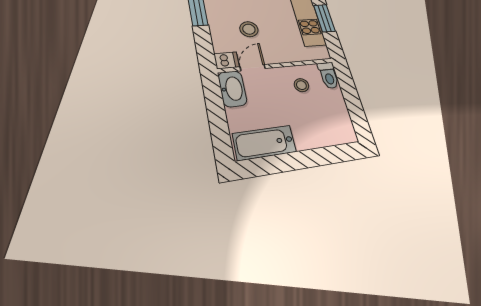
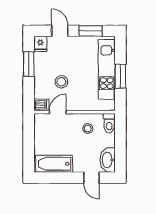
washbasin: (232, 89) -> (108, 160), moved, turned 180
door: (327, 156) -> (91, 178), added

